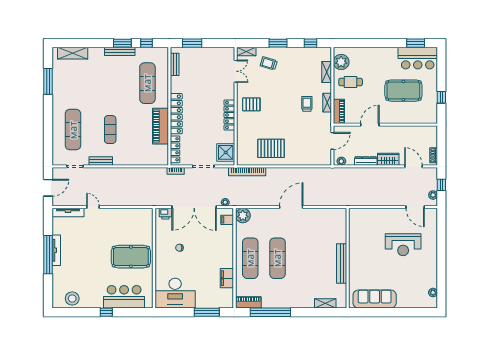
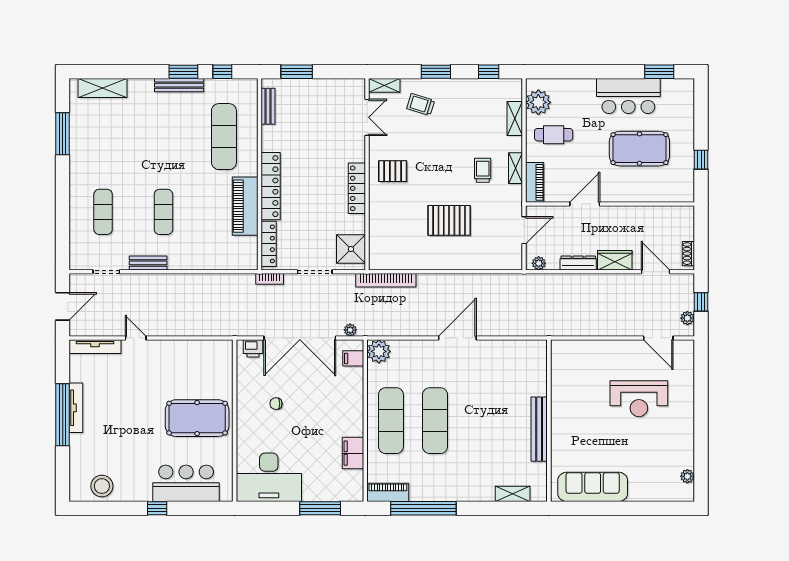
bar counter: (418, 58) -> (628, 96), moved
exercise mat: (73, 130) -> (103, 212), width x0.73, depth x0.69
pallet: (271, 148) -> (449, 220), moved

